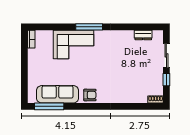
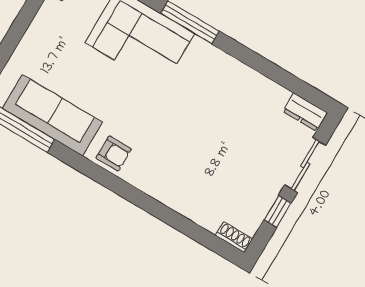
dresser: (143, 35) -> (305, 112), moved

